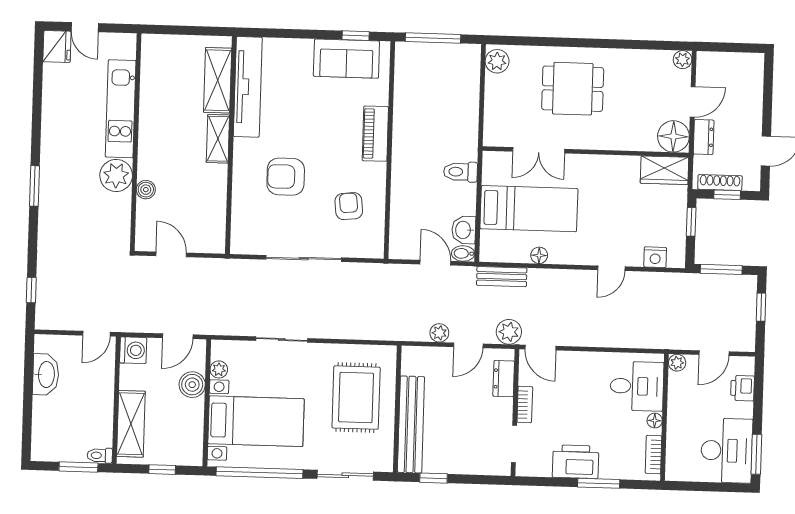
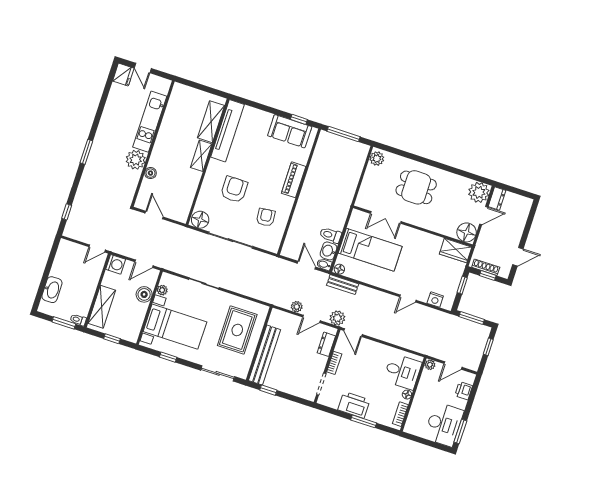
plant: (683, 60) -> (479, 192), width x1.87, depth x1.87
dresser: (704, 137) -> (497, 198), moved
toilet: (460, 172) -> (330, 235), moved
armchair: (286, 177) -> (234, 189), turned 90
floor lamp: (246, 240) -> (200, 220), added
floor lamp: (539, 255) -> (339, 269), moved
washbasin: (46, 374) -> (52, 290), moved
window: (259, 473) -> (168, 357), width x0.32

